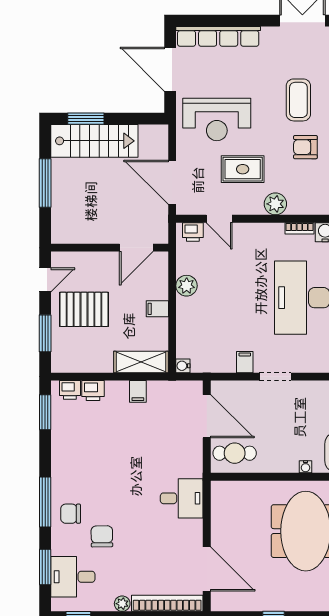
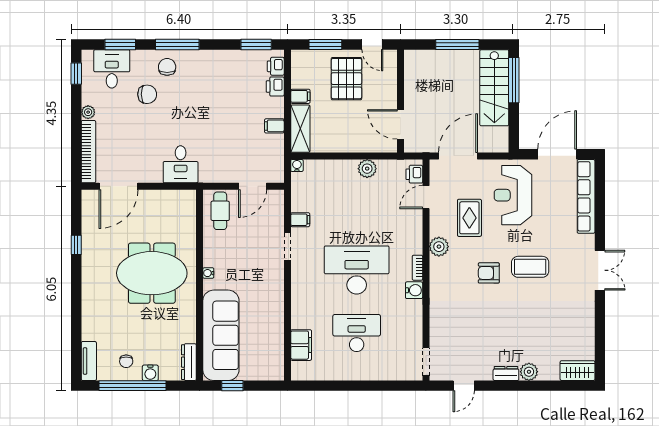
window: (86, 119) -> (514, 80), width x1.44
armchair: (305, 147) -> (489, 273), turned -90
filing cabinet: (157, 309) -> (300, 96), moved, turned 90
door: (207, 416) -> (253, 186), width x0.73

